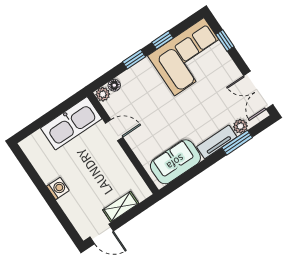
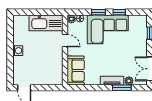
corner sofa: (189, 57) -> (108, 29), moved
sofa: (175, 162) -> (76, 71), moved, turned 90
shelving: (121, 207) -> (43, 81), removed

